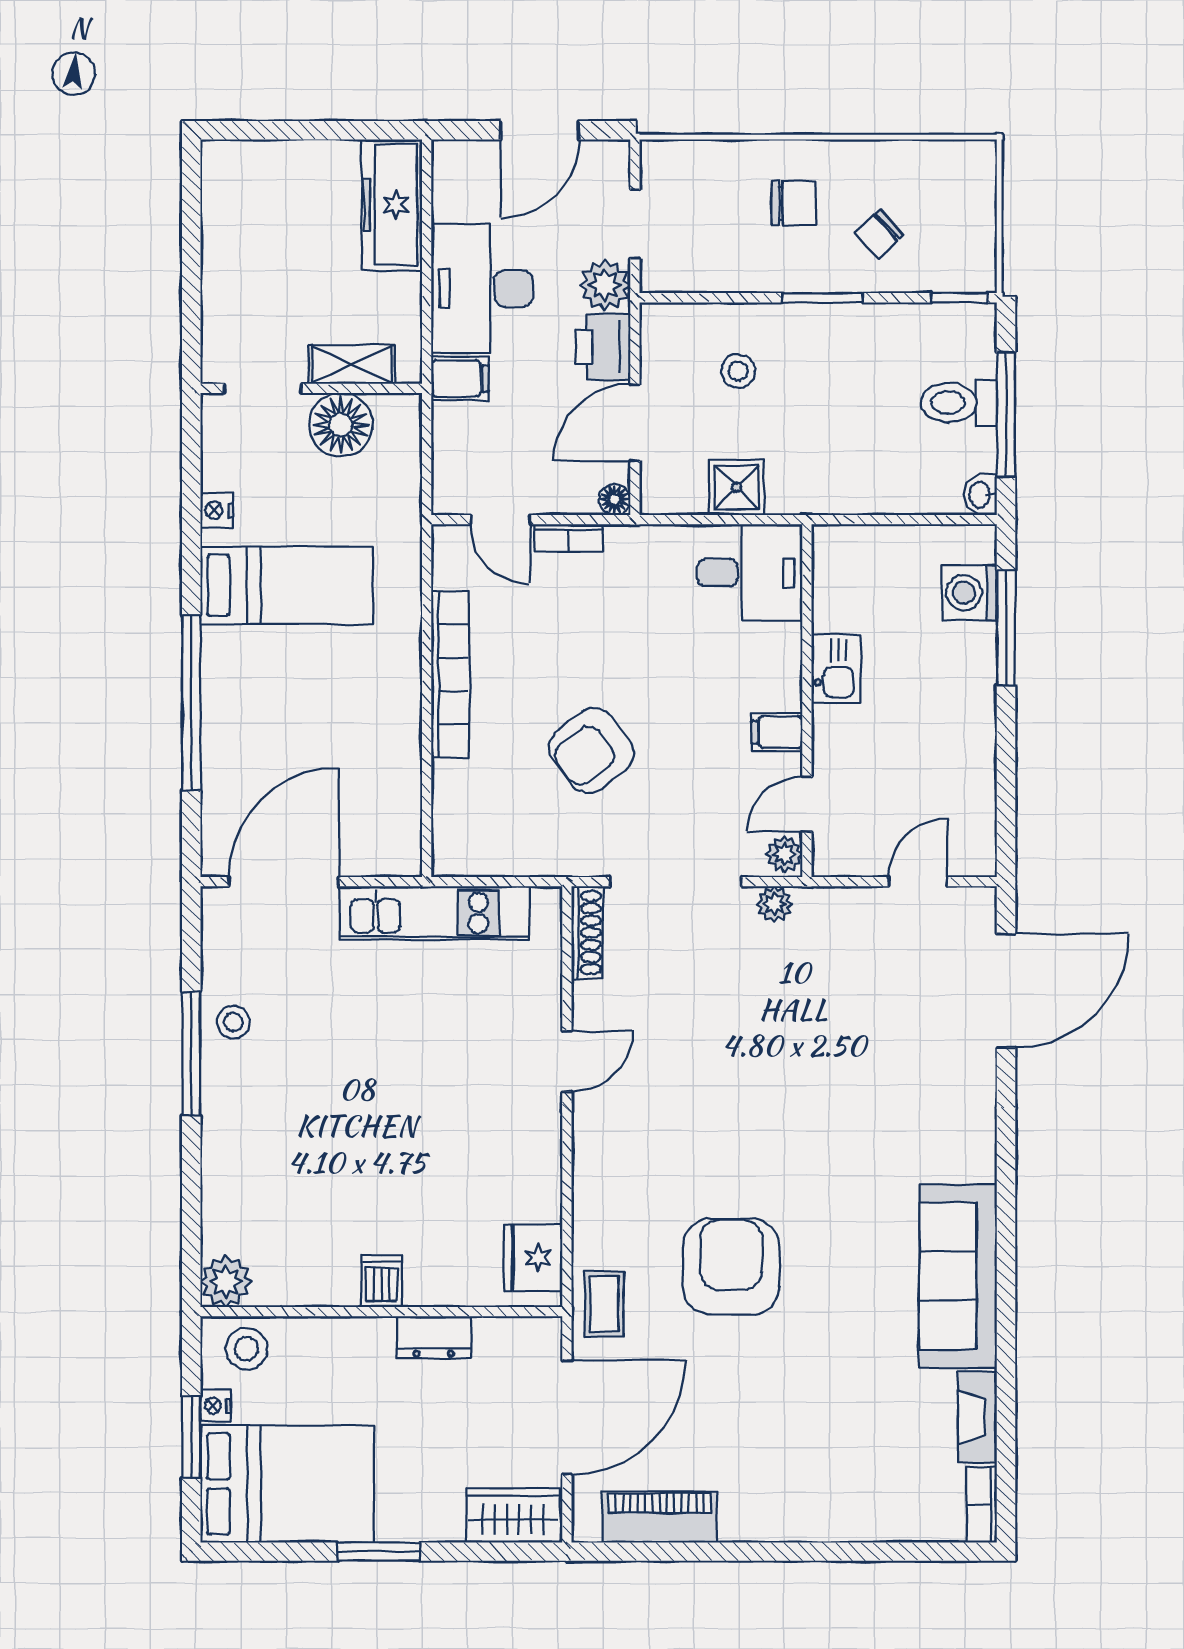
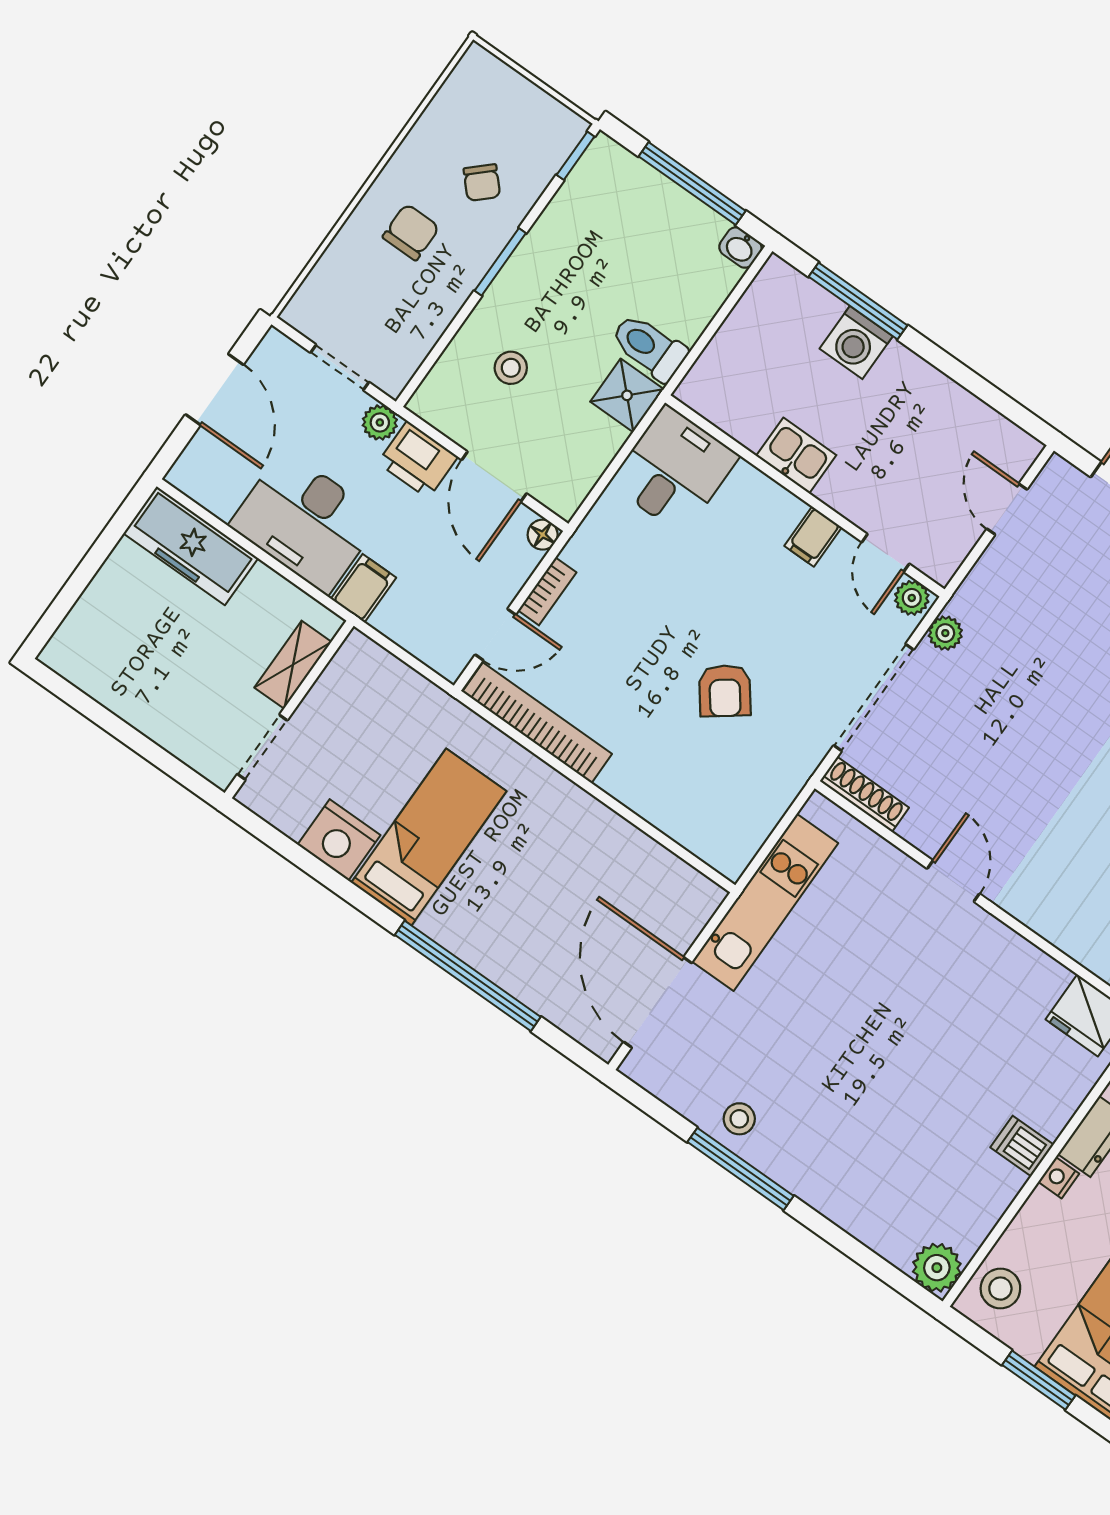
plant: (605, 285) -> (380, 422), width x0.73, depth x0.73
toilet: (959, 403) -> (649, 347), moved, turned 90
floor lamp: (341, 425) -> (334, 706), removed
shower: (737, 487) -> (627, 395), moved
nightstand: (217, 510) -> (339, 840), width x1.89, depth x1.79
washing machine: (969, 593) -> (856, 342), moved
bookcase: (450, 674) -> (537, 723), moved
armchair: (591, 750) -> (725, 691), width x0.72, depth x0.72
nightstand: (215, 1406) -> (1059, 1178), moved, turned 90

